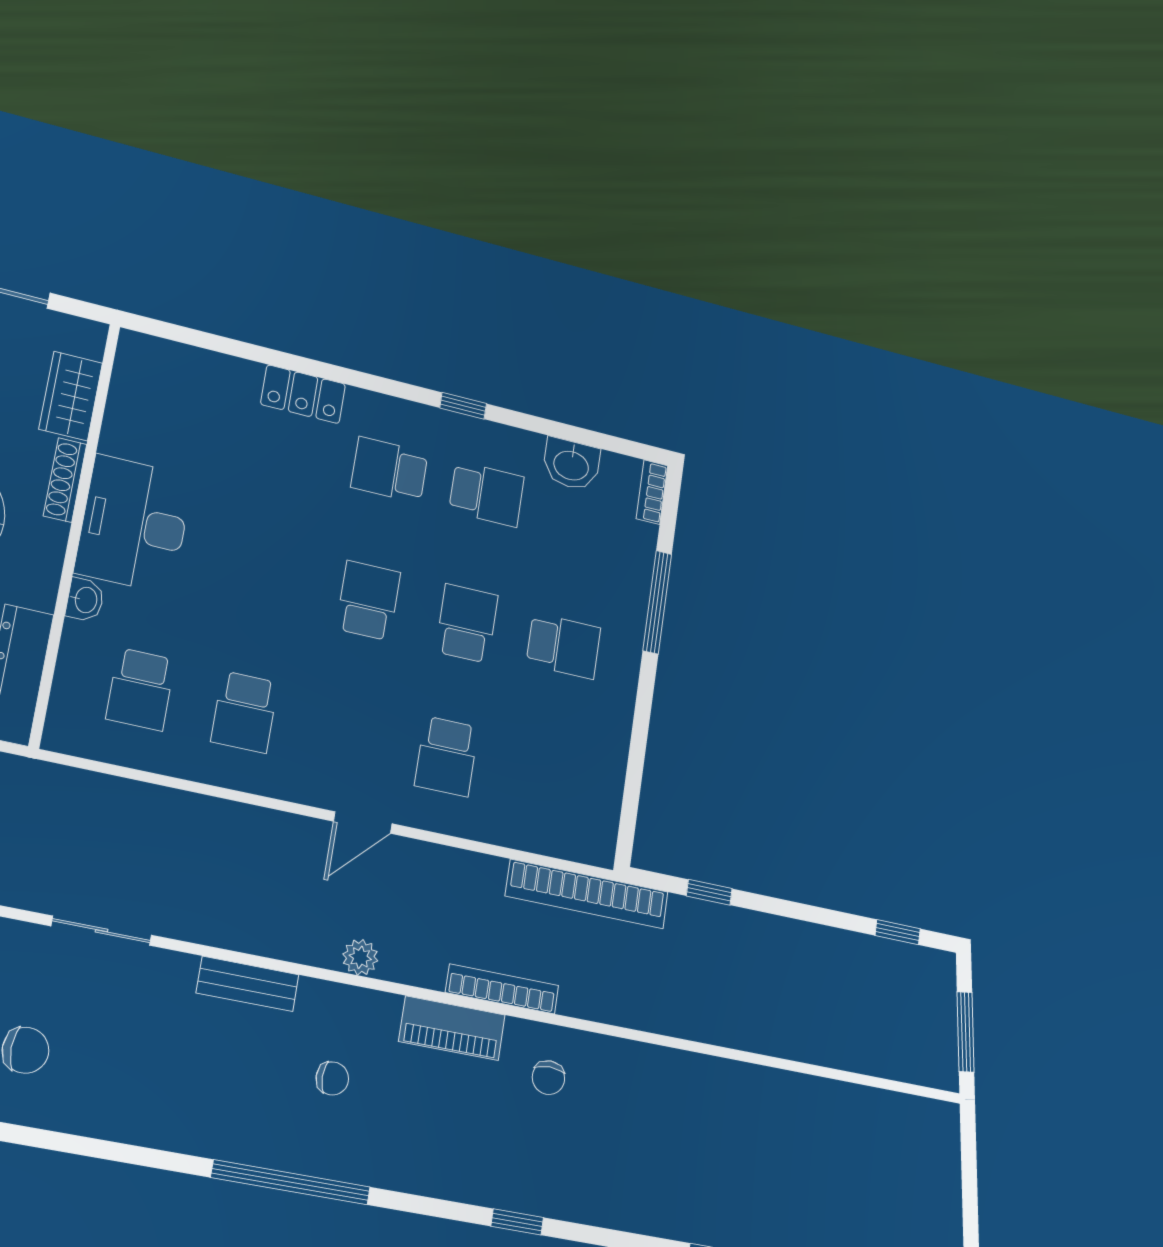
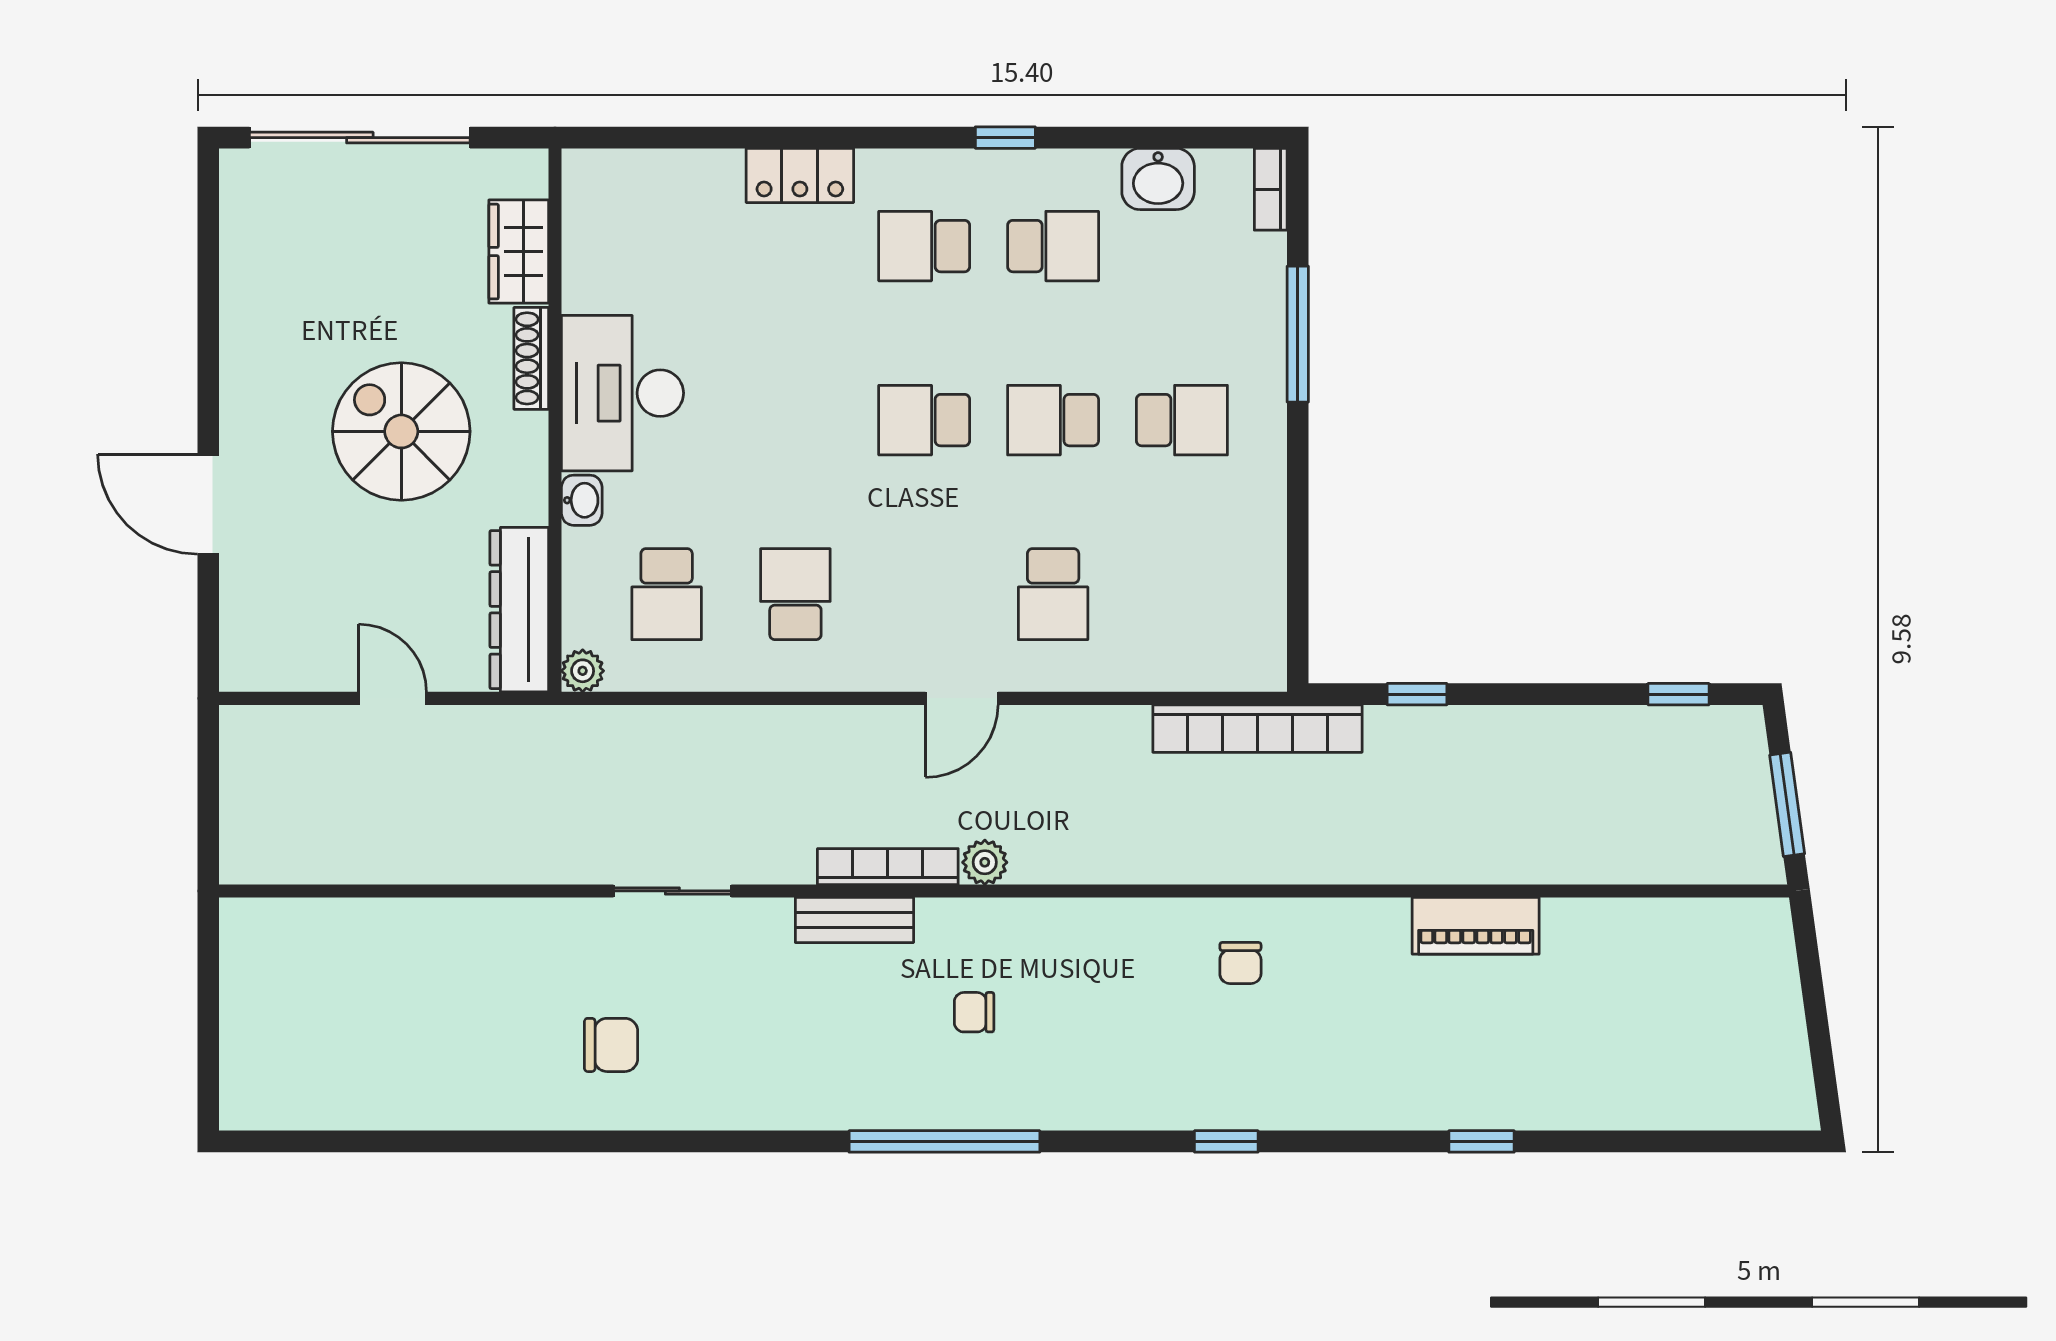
school desk: (368, 601) -> (924, 420), turned -90
school desk: (467, 623) -> (1053, 420), turned -90
school desk: (245, 712) -> (795, 594), turned 180
plant: (60, 735) -> (583, 671), added
bookcase: (502, 989) -> (888, 867), moved
piano: (452, 1028) -> (1476, 926), moved
chair: (332, 1078) -> (974, 1012), turned 180

